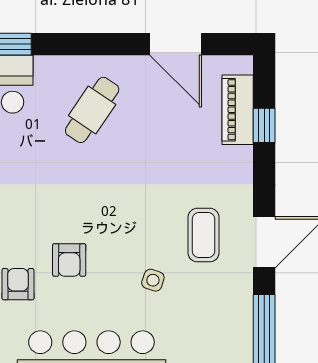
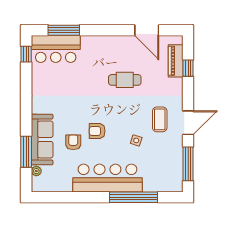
cafe table: (92, 110) -> (125, 80), moved, turned 56
armchair: (69, 260) -> (97, 131), turned 90

